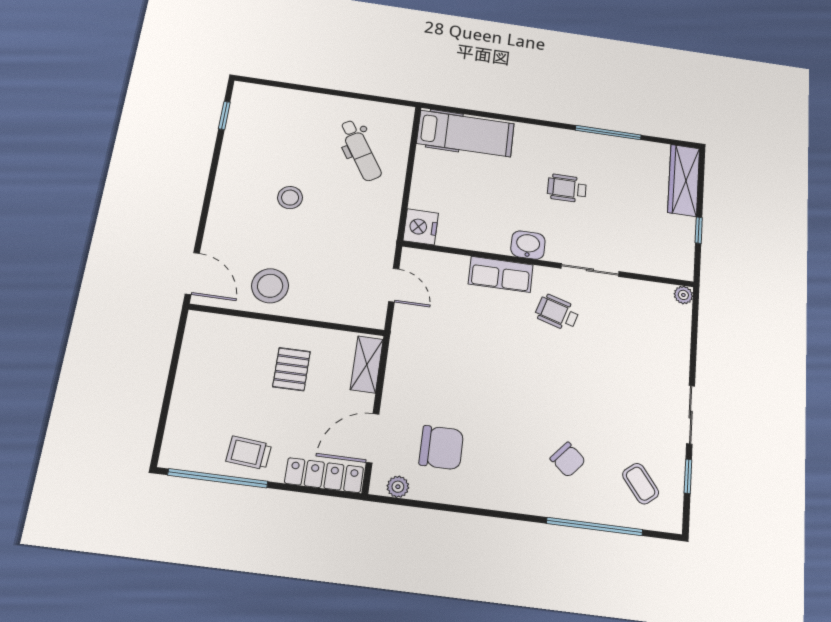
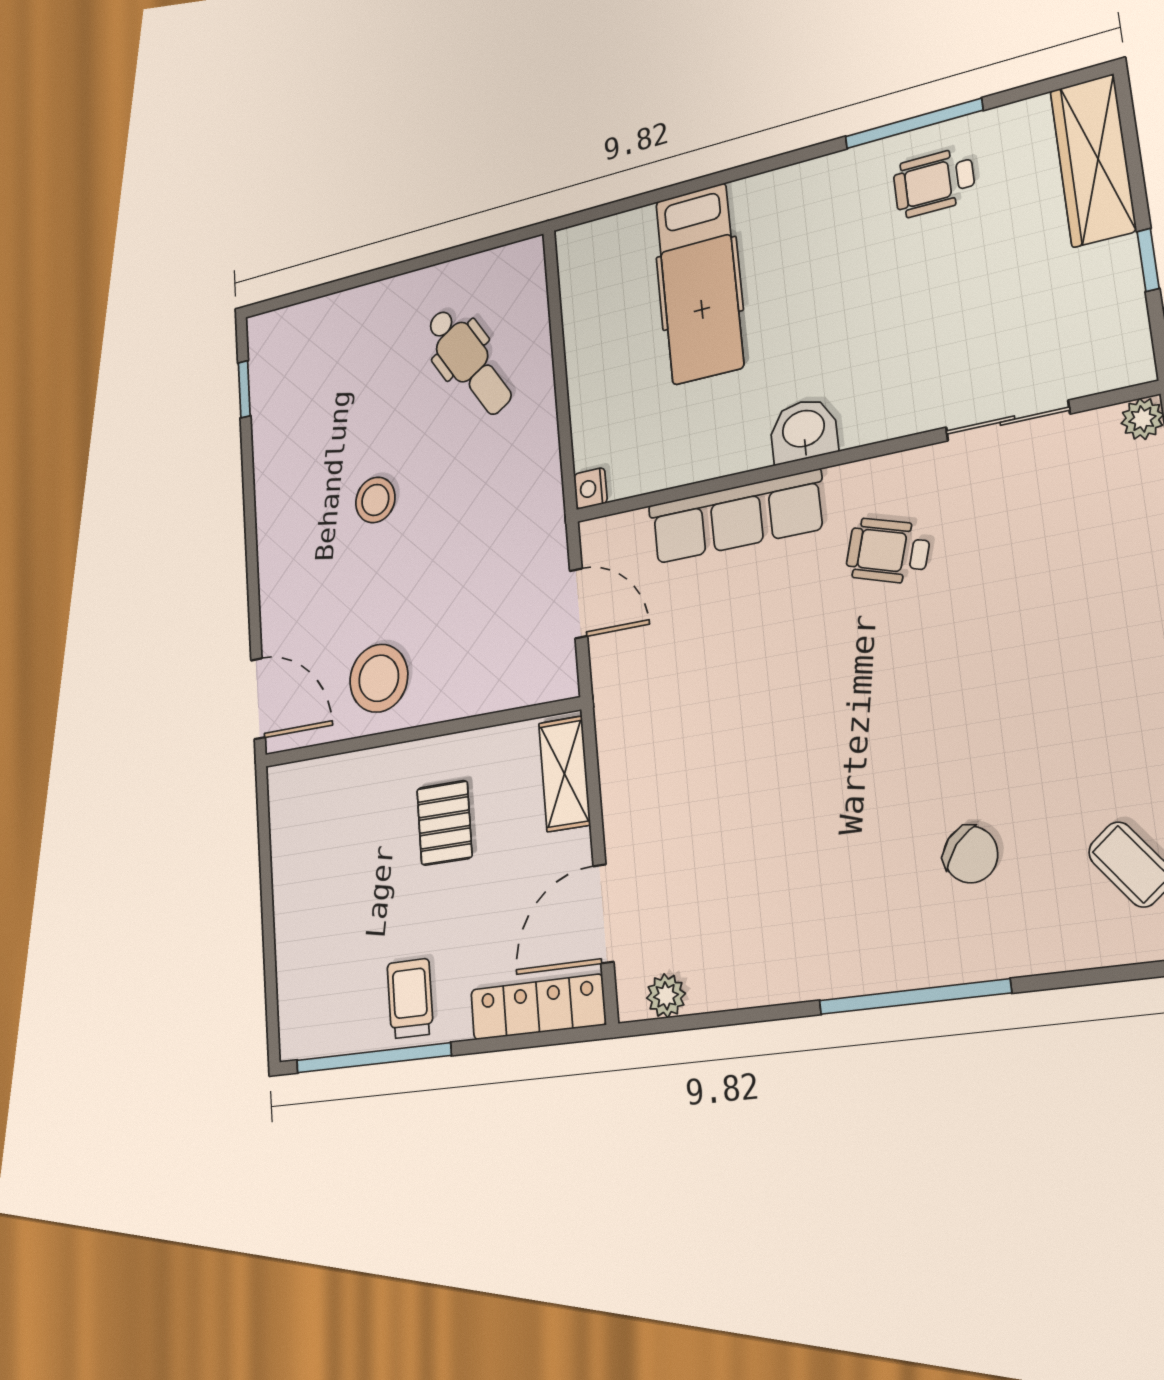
hospital bed: (465, 134) -> (699, 284), moved, turned 90
wheelchair: (567, 188) -> (934, 182), moved
nightstand: (421, 227) -> (591, 488), width x0.53, depth x0.56
sliding door: (590, 270) -> (1007, 421), moved
row of seats: (501, 274) -> (736, 517), width x1.48
chair: (441, 448) -> (727, 898), removed
trolley: (249, 453) -> (410, 999), turned 85
window: (595, 527) -> (914, 997), moved

